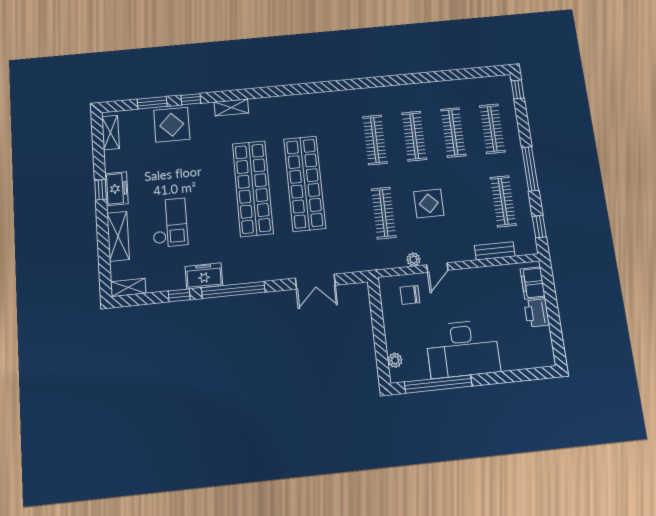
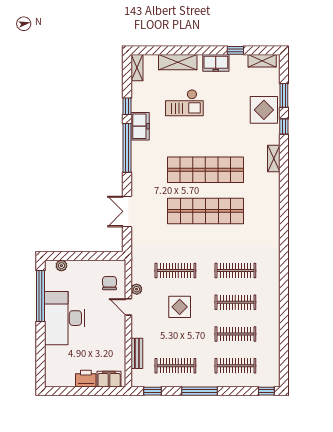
window: (100, 190) -> (235, 50), moved

